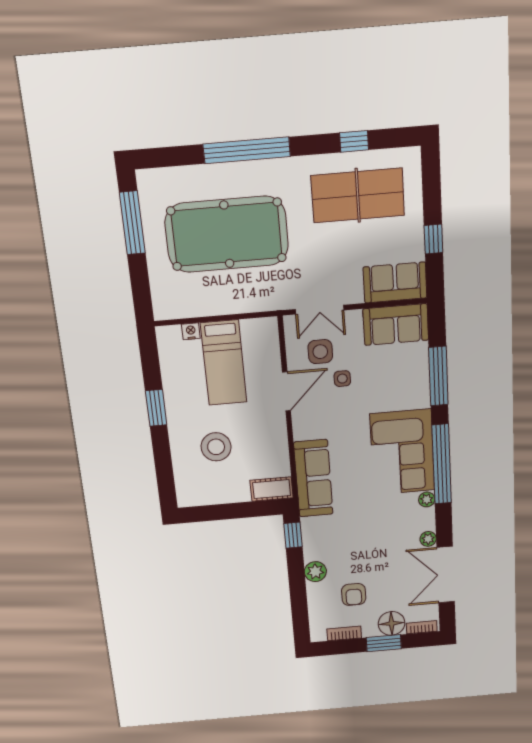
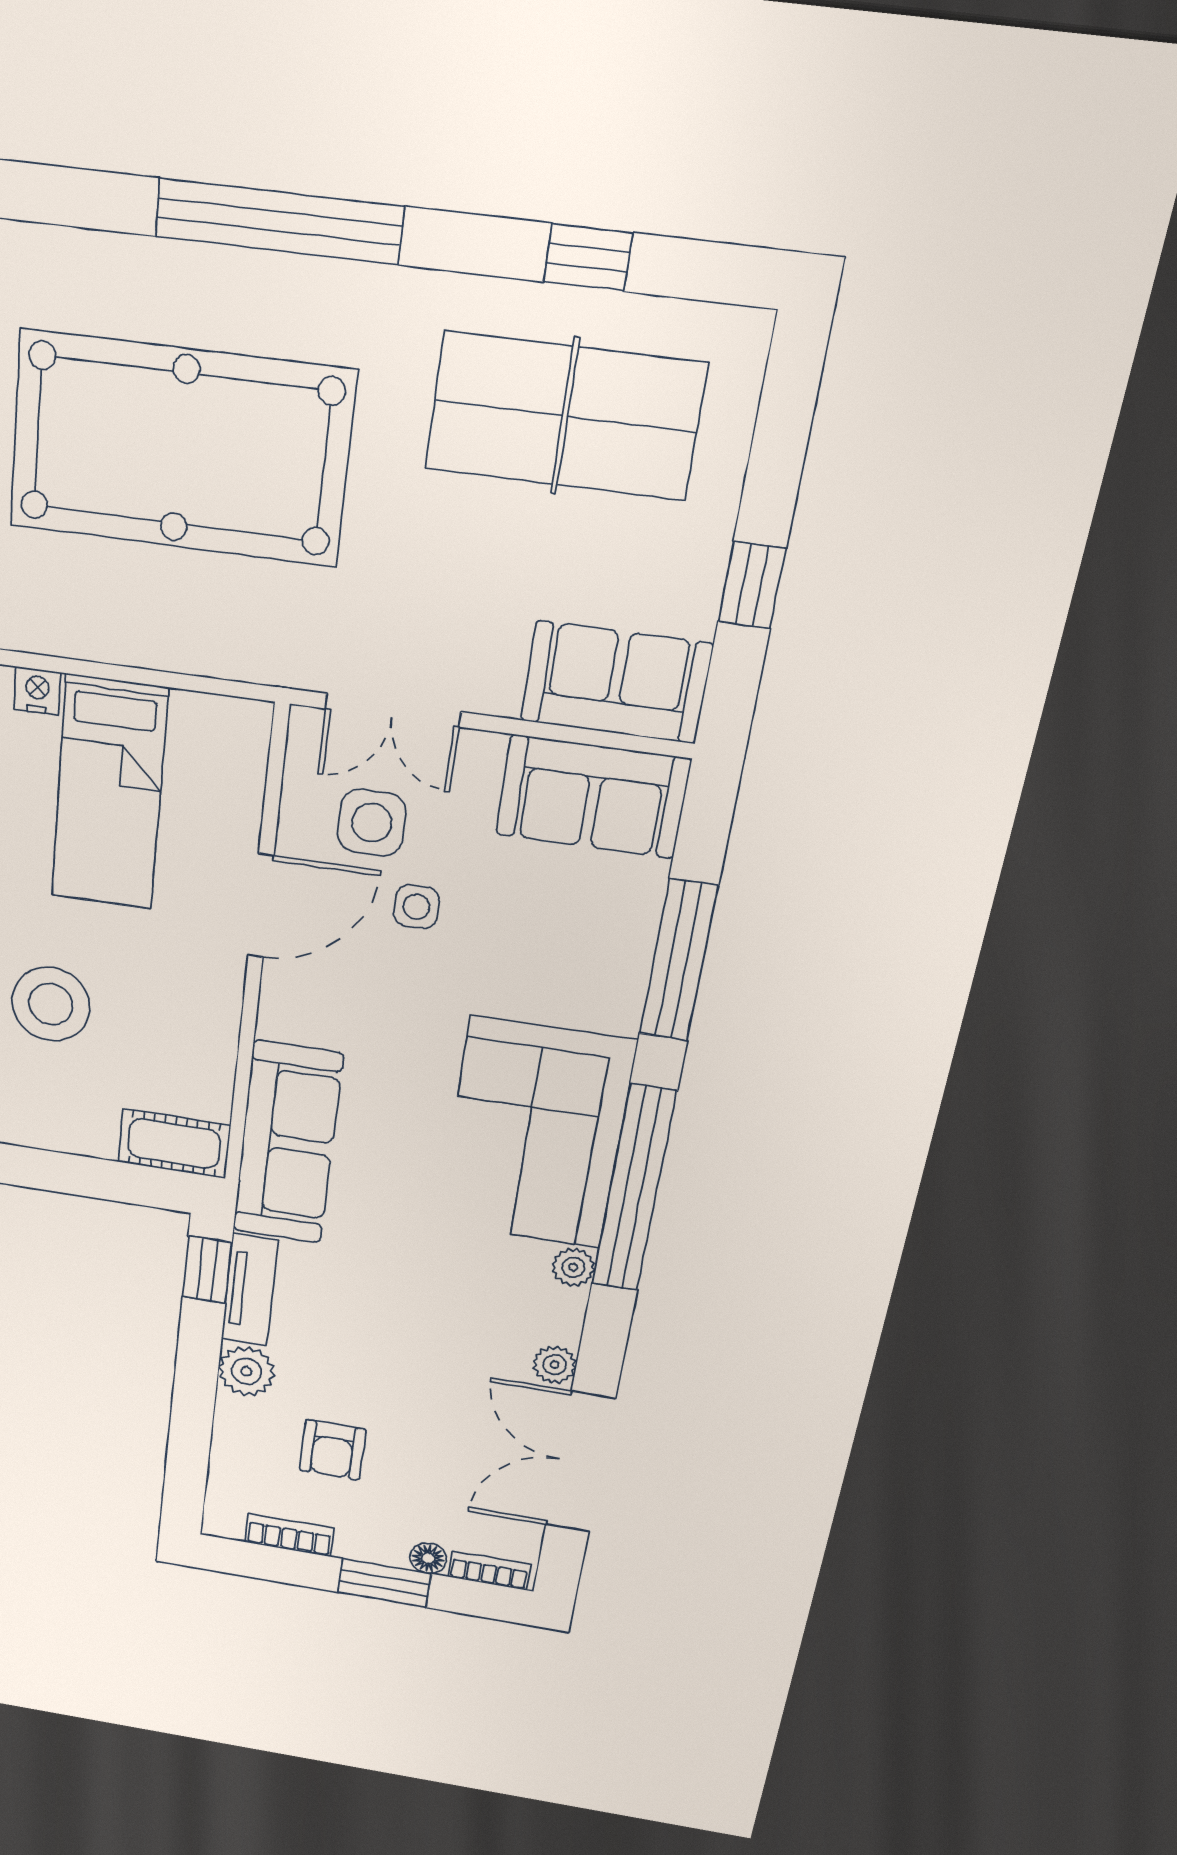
tv unit: (310, 539) -> (250, 1290), added
floor lamp: (392, 623) -> (428, 1558), width x0.53, depth x0.53

